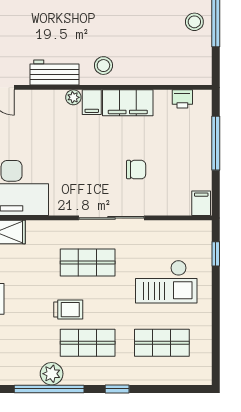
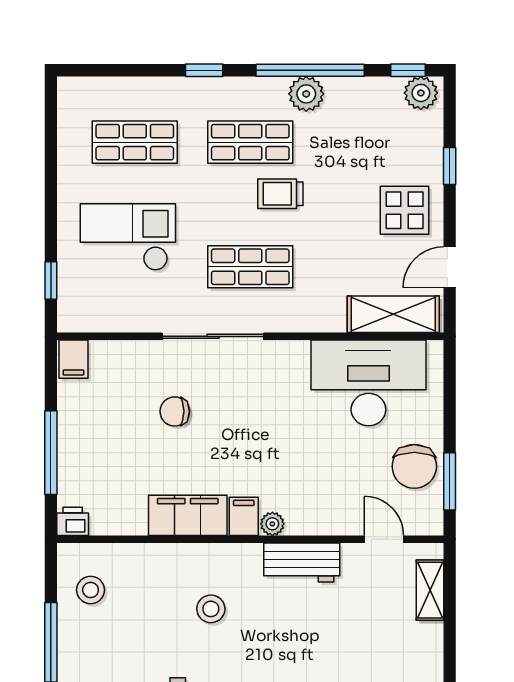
stool: (194, 22) -> (91, 590), moved
stool: (103, 66) -> (211, 609), moved
printer: (182, 99) -> (73, 521), moved

